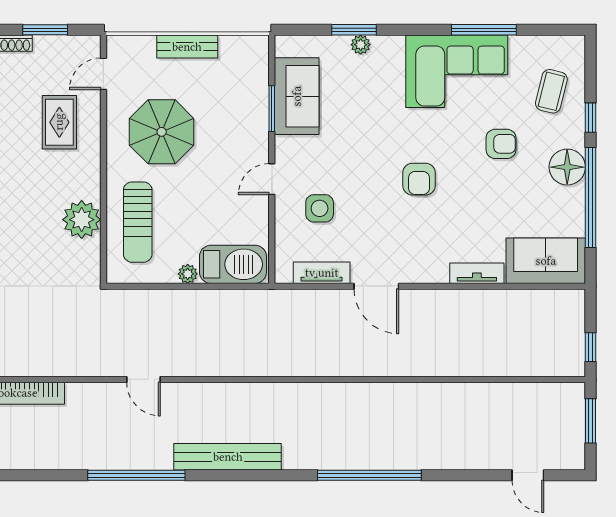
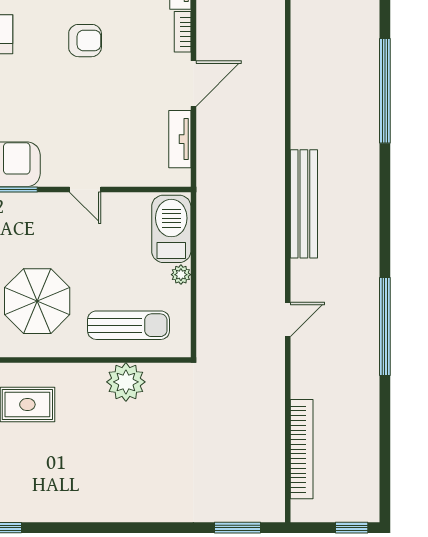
side table: (320, 208) -> (115, 141), removed
bookcase: (428, 276) -> (183, 32), added
bench: (228, 457) -> (304, 204), moved

